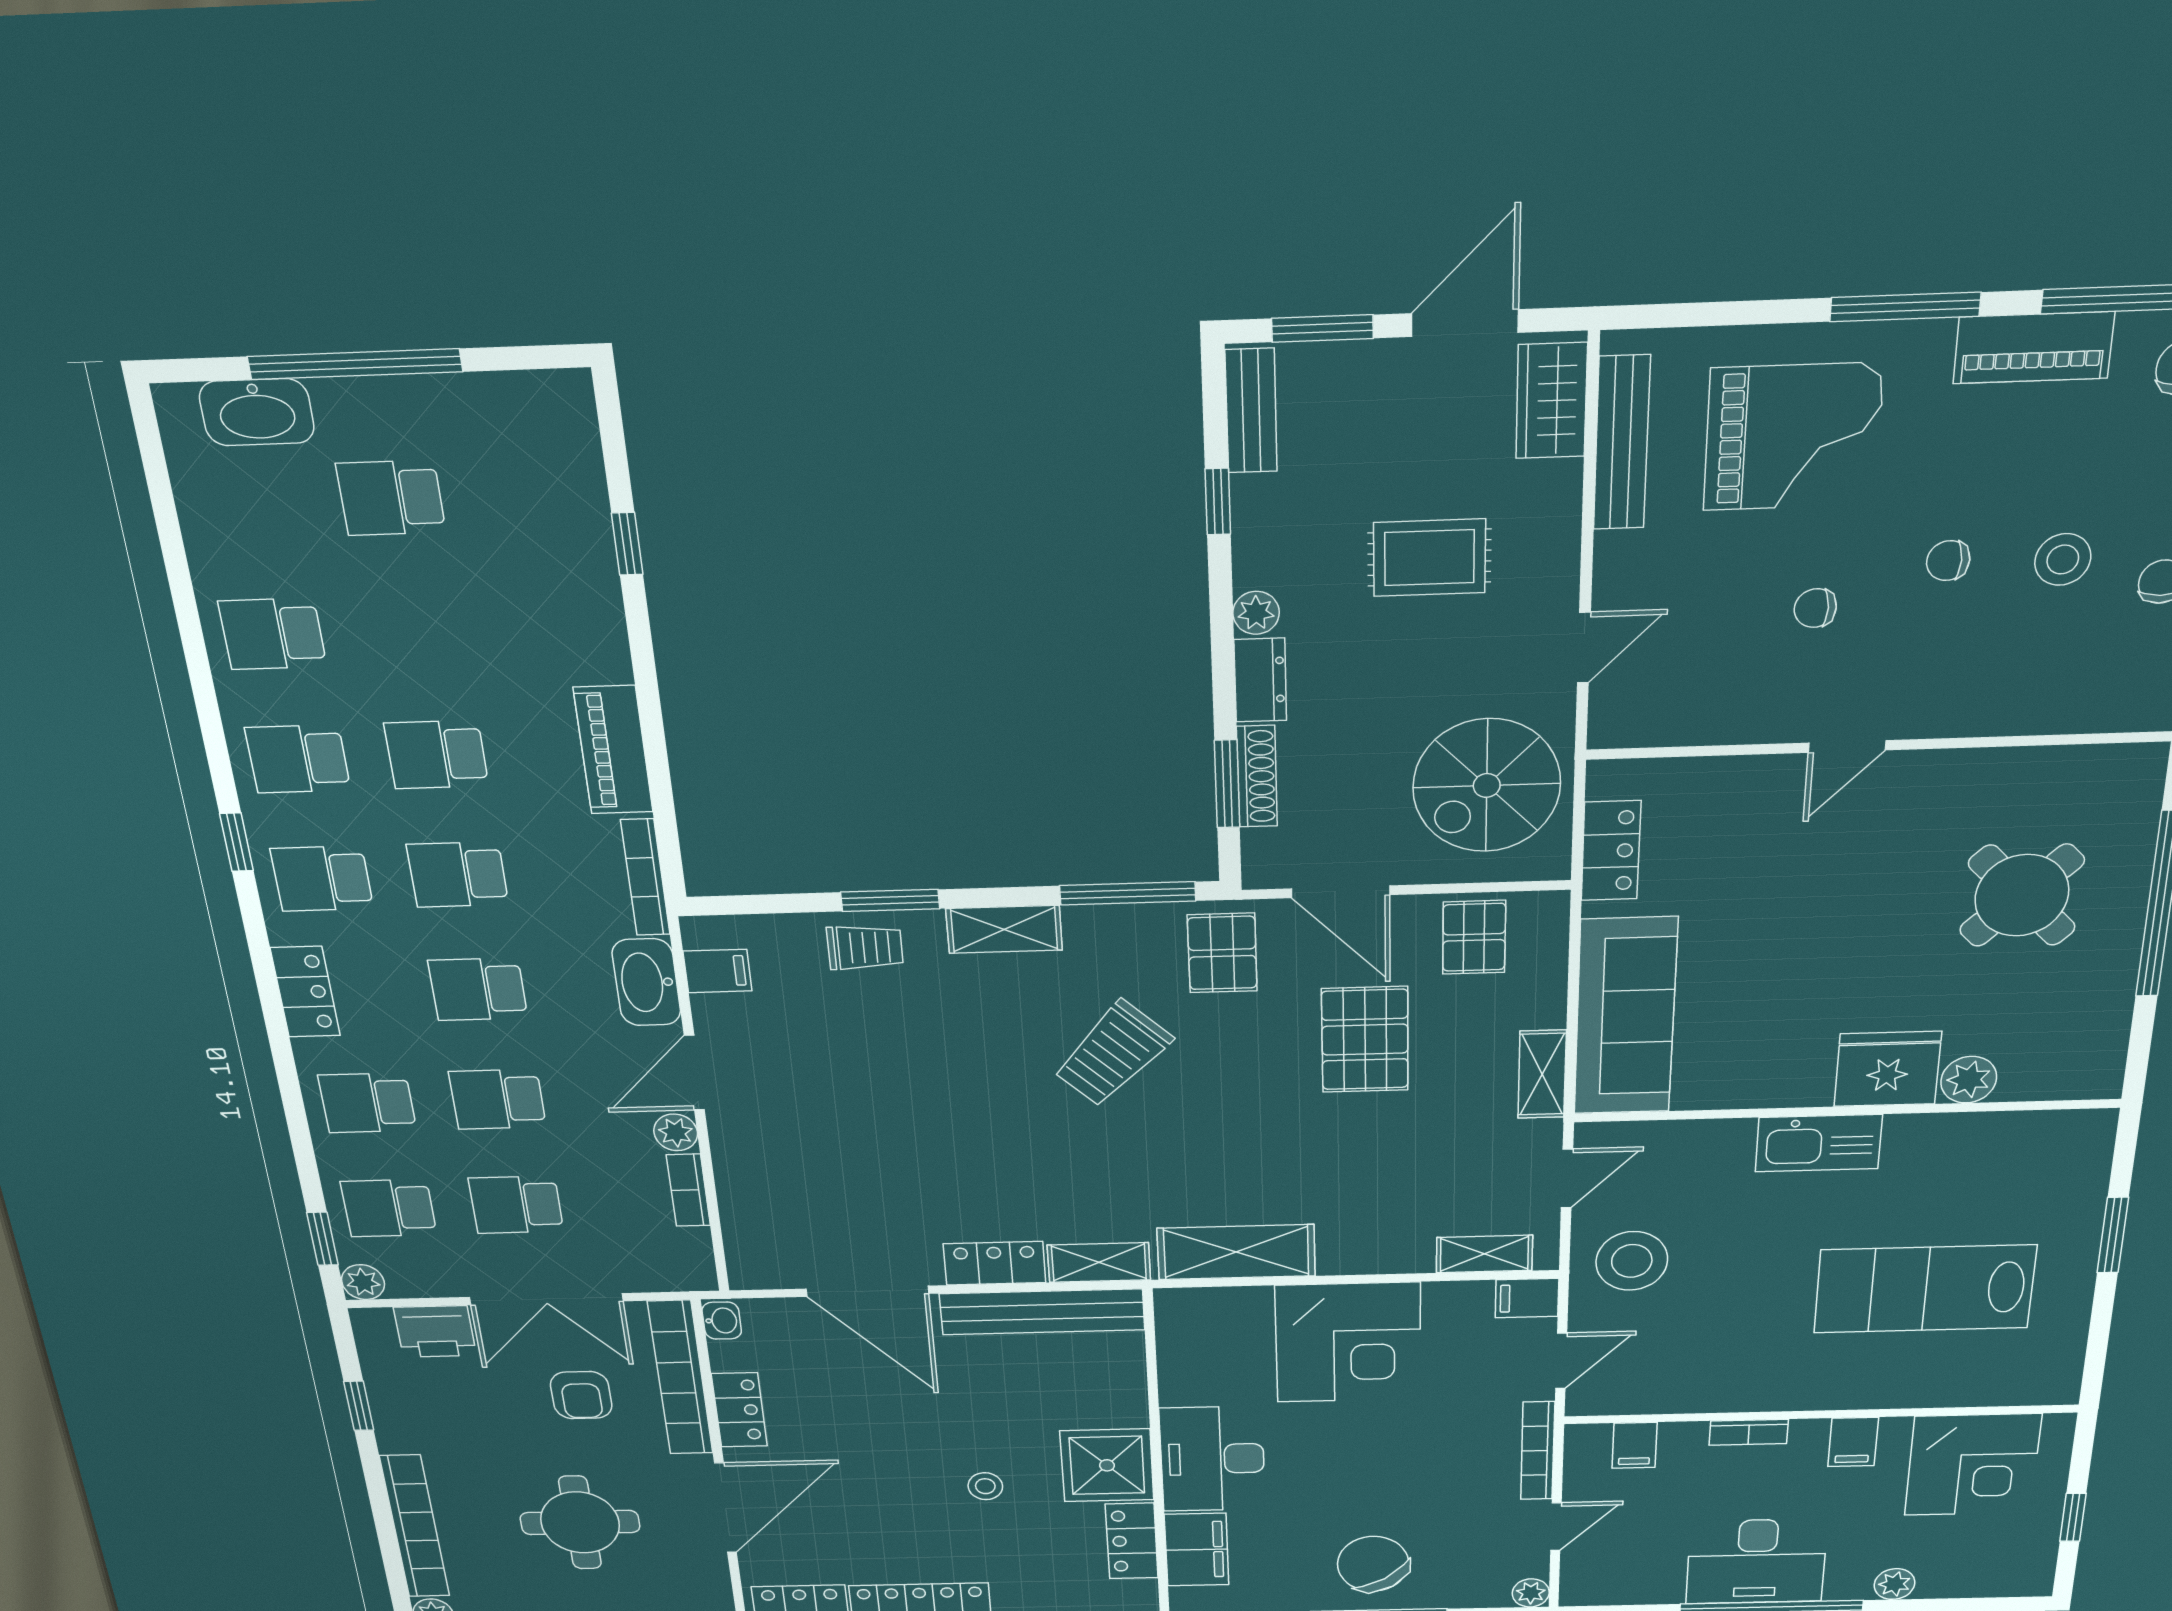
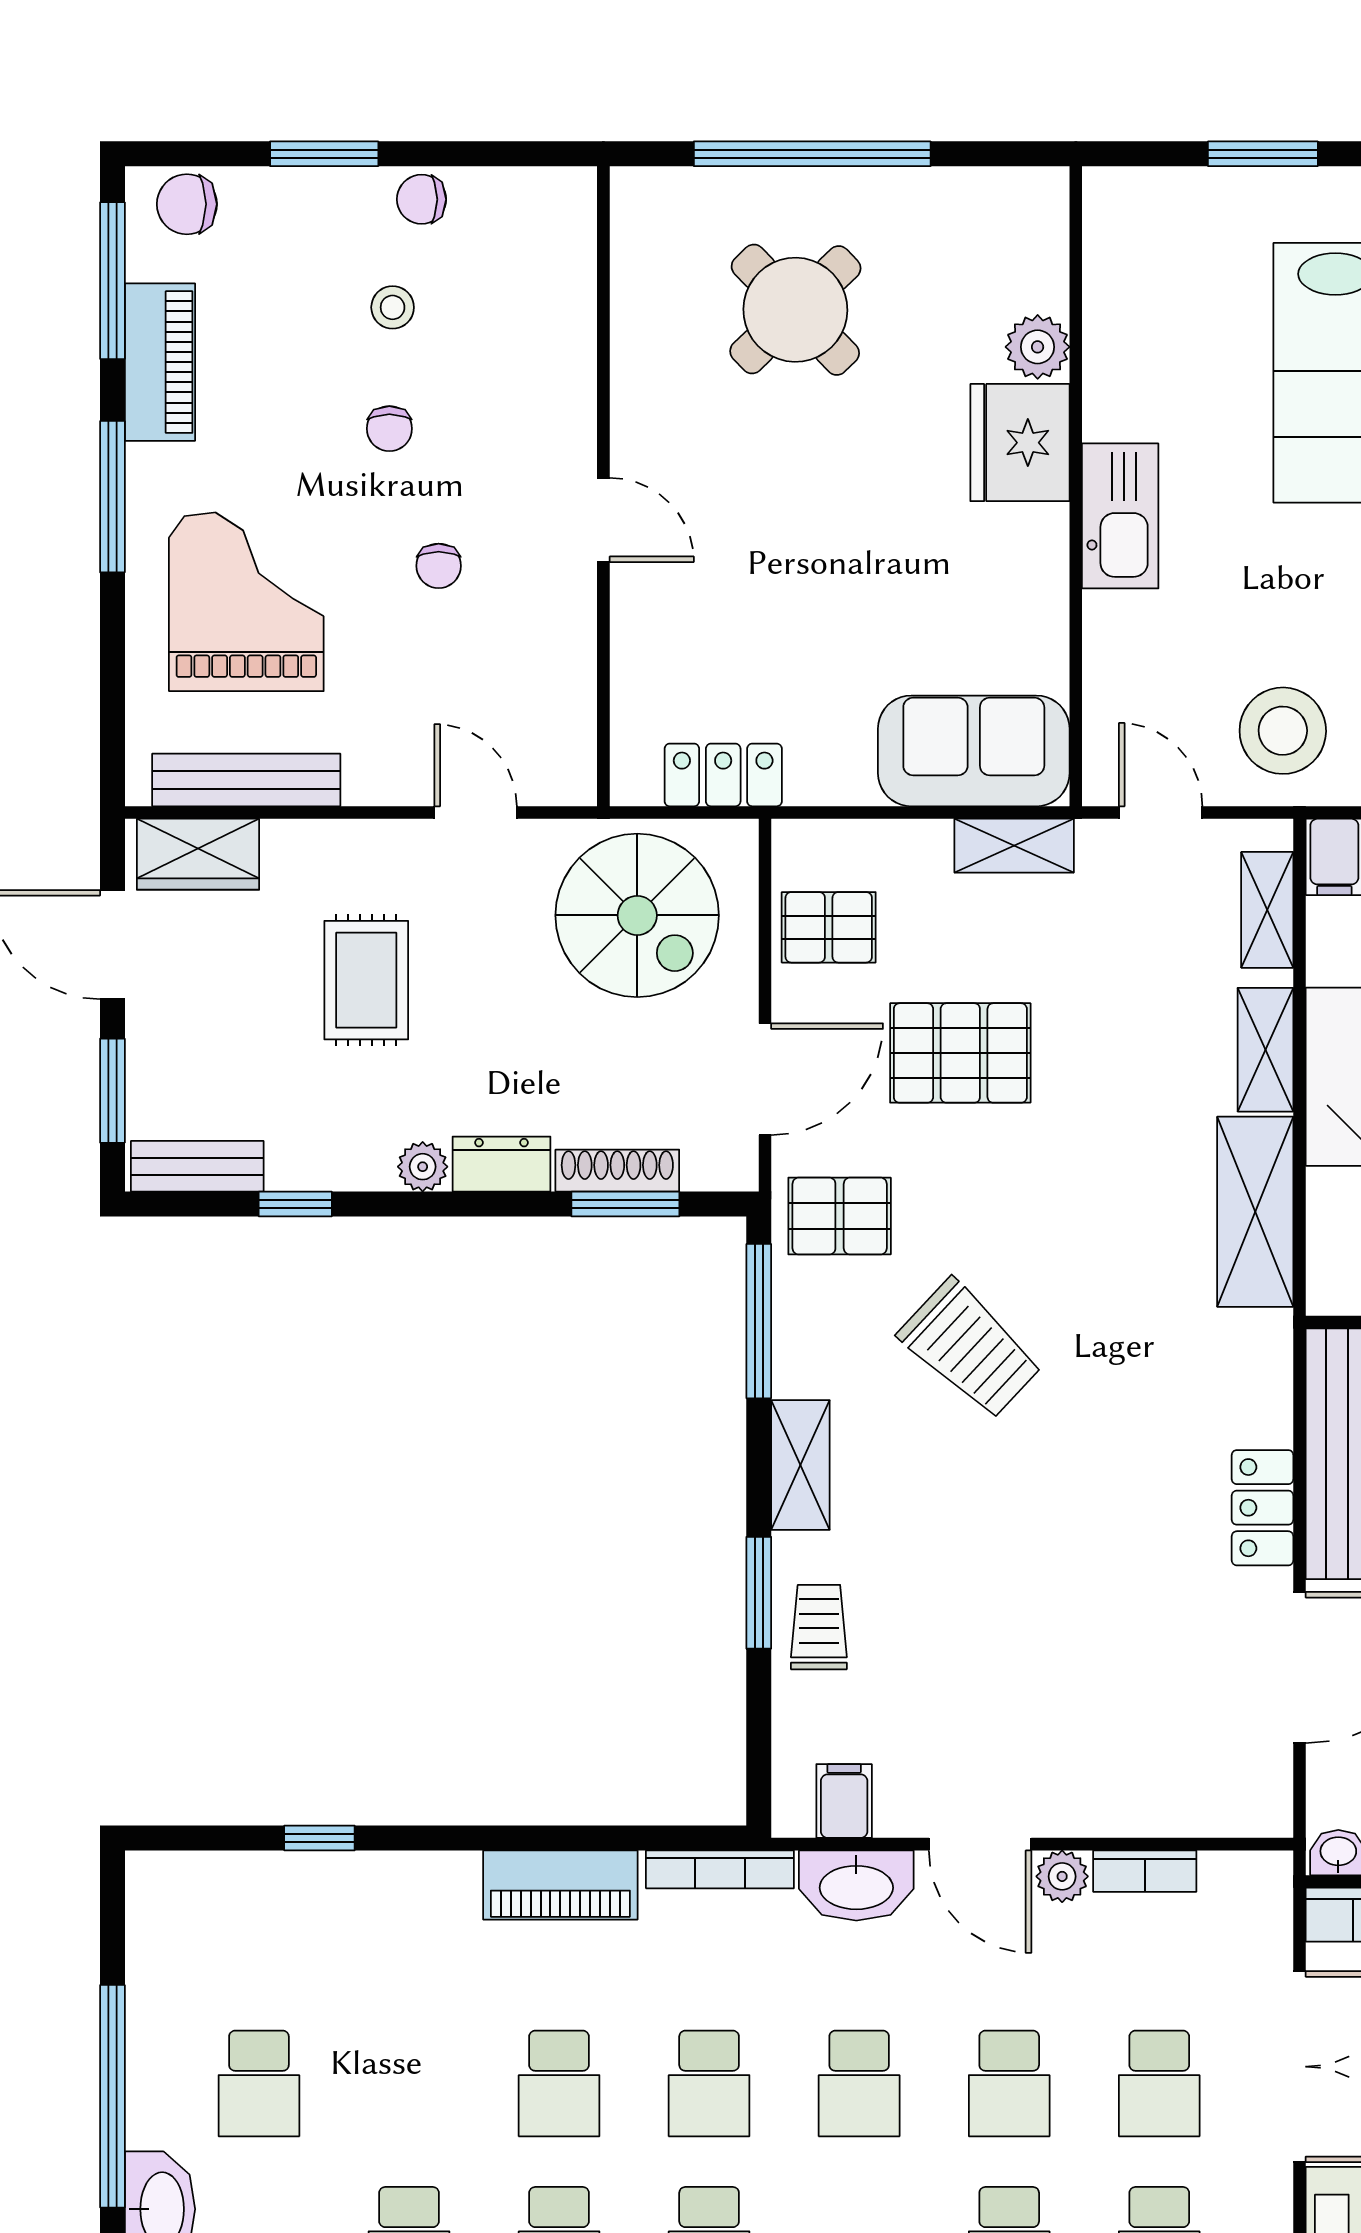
stool: (2063, 559) -> (393, 307), width x0.73, depth x0.73
sofa: (1625, 1017) -> (974, 751), width x0.73
shelving: (1099, 1262) -> (1265, 1050), moved

